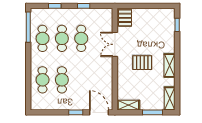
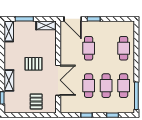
pallet: (125, 18) -> (36, 101), moved
double door: (115, 44) -> (58, 80), width x1.37
shelving: (170, 65) -> (9, 80), moved
cafe table: (62, 80) -> (89, 48), moved

